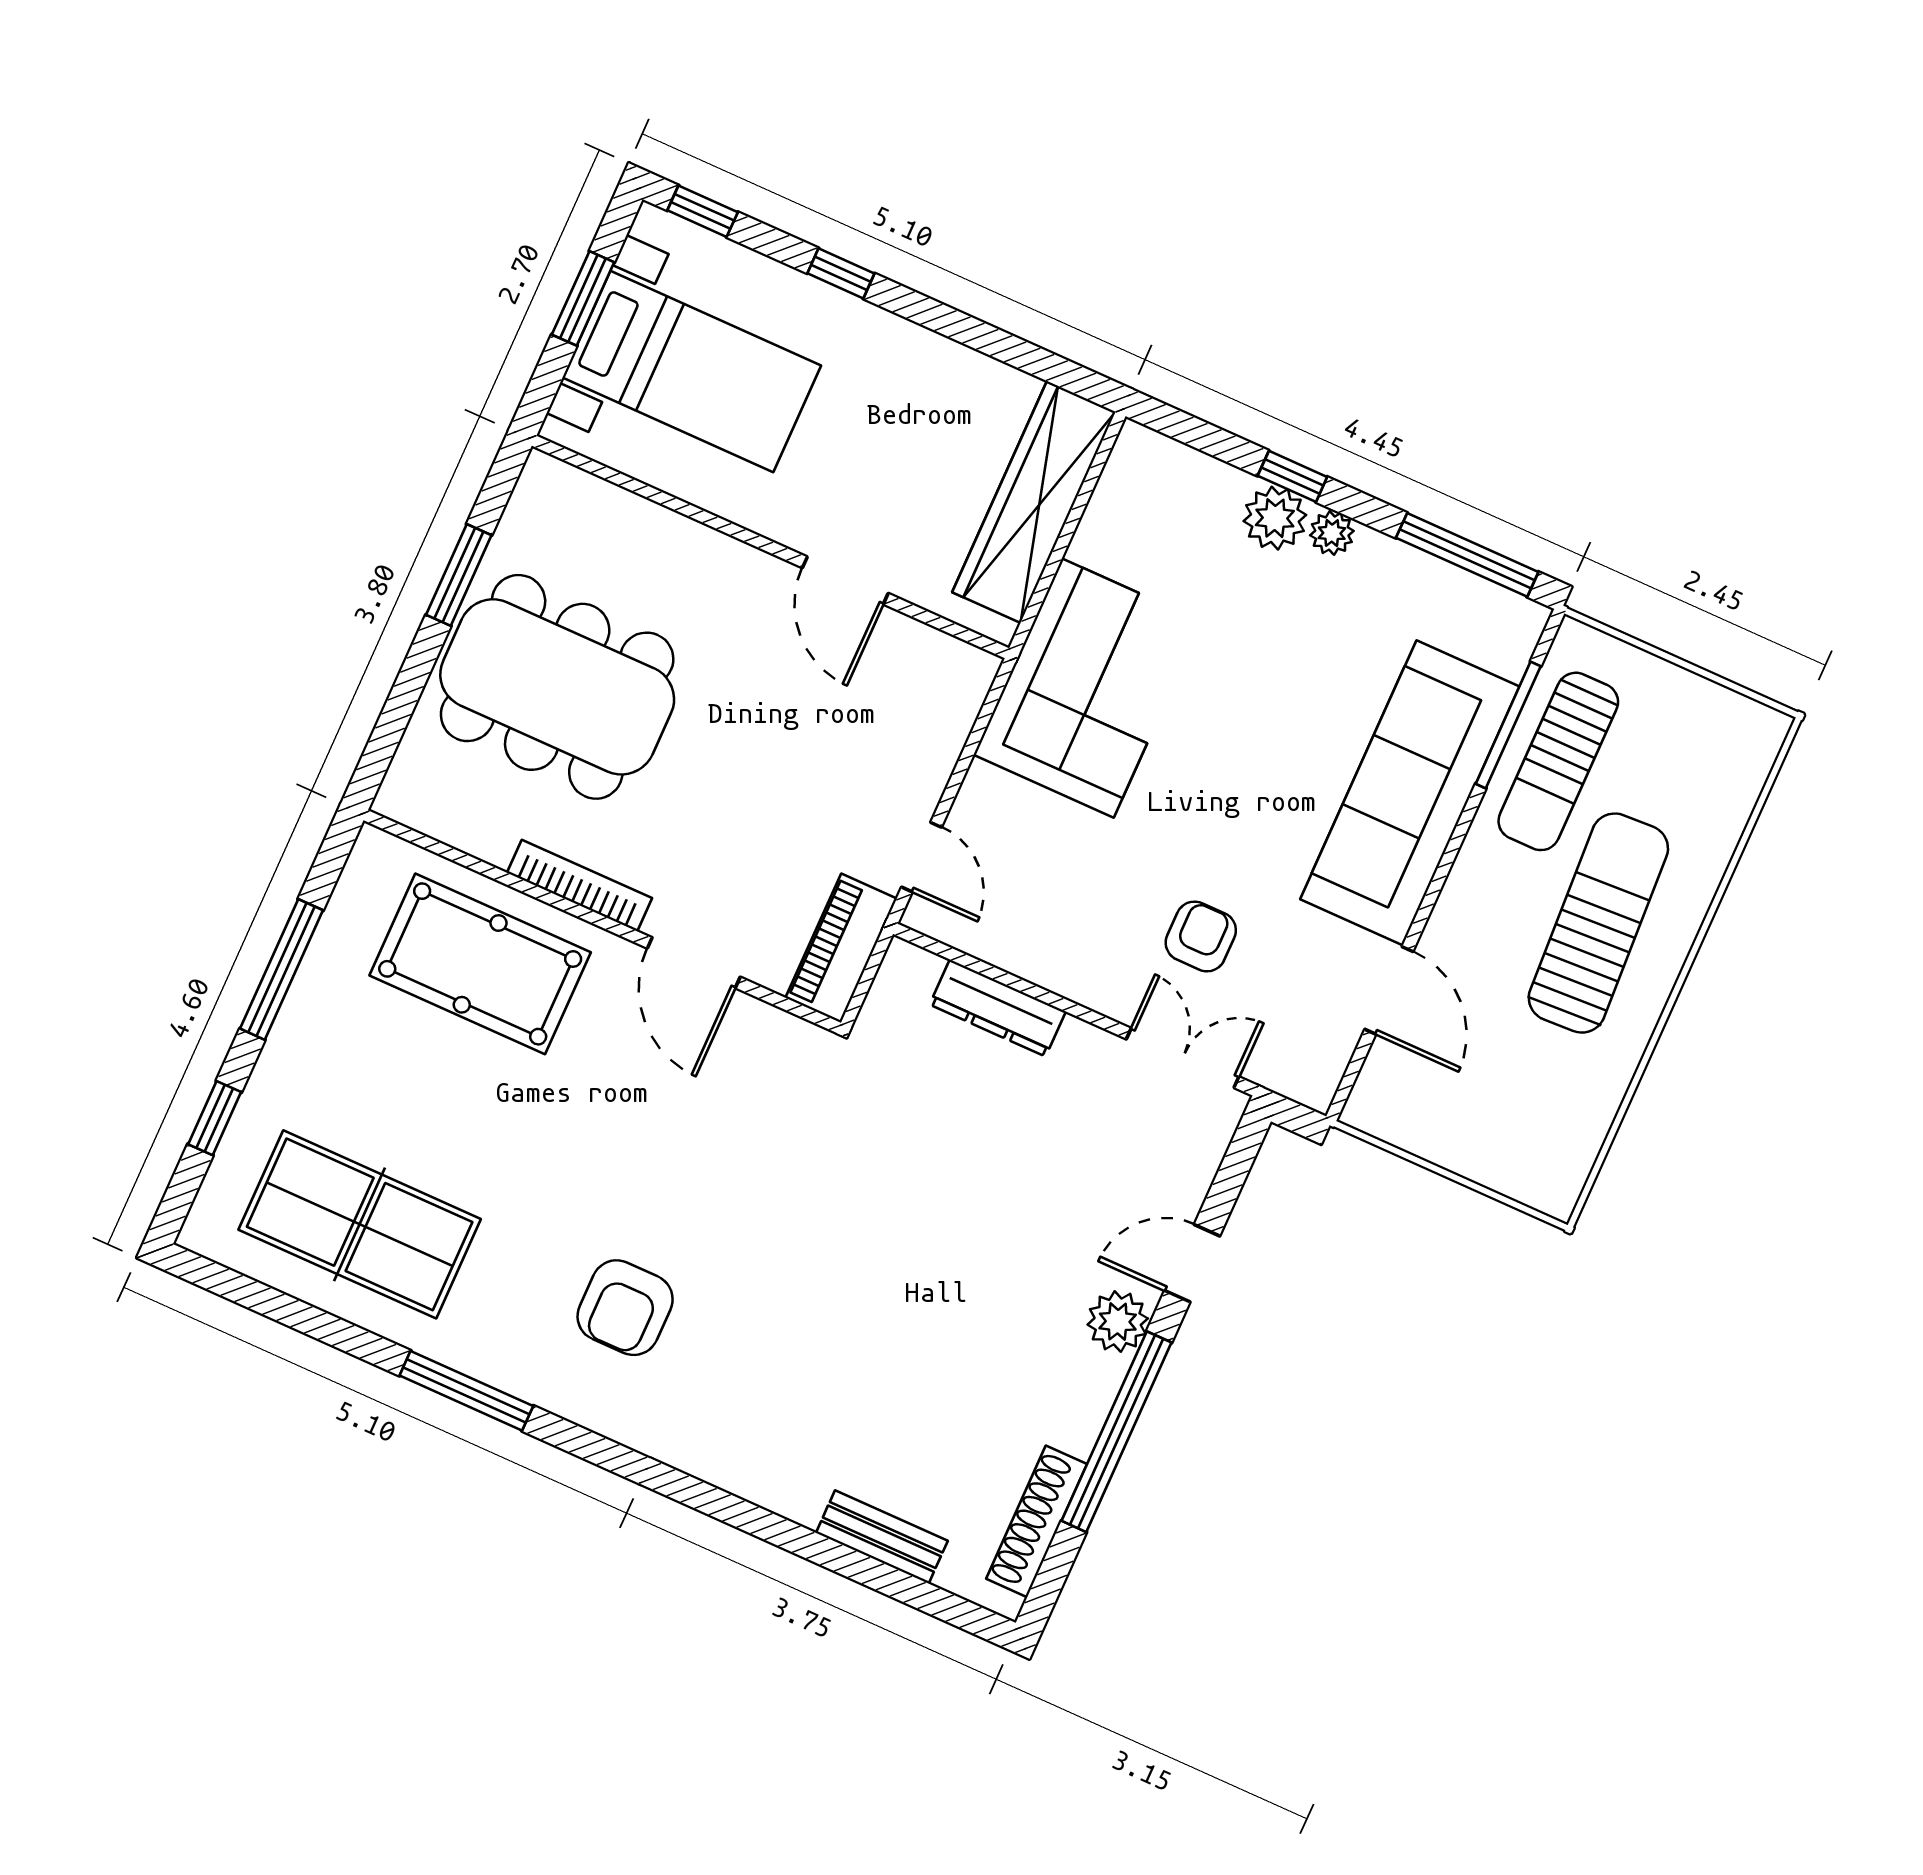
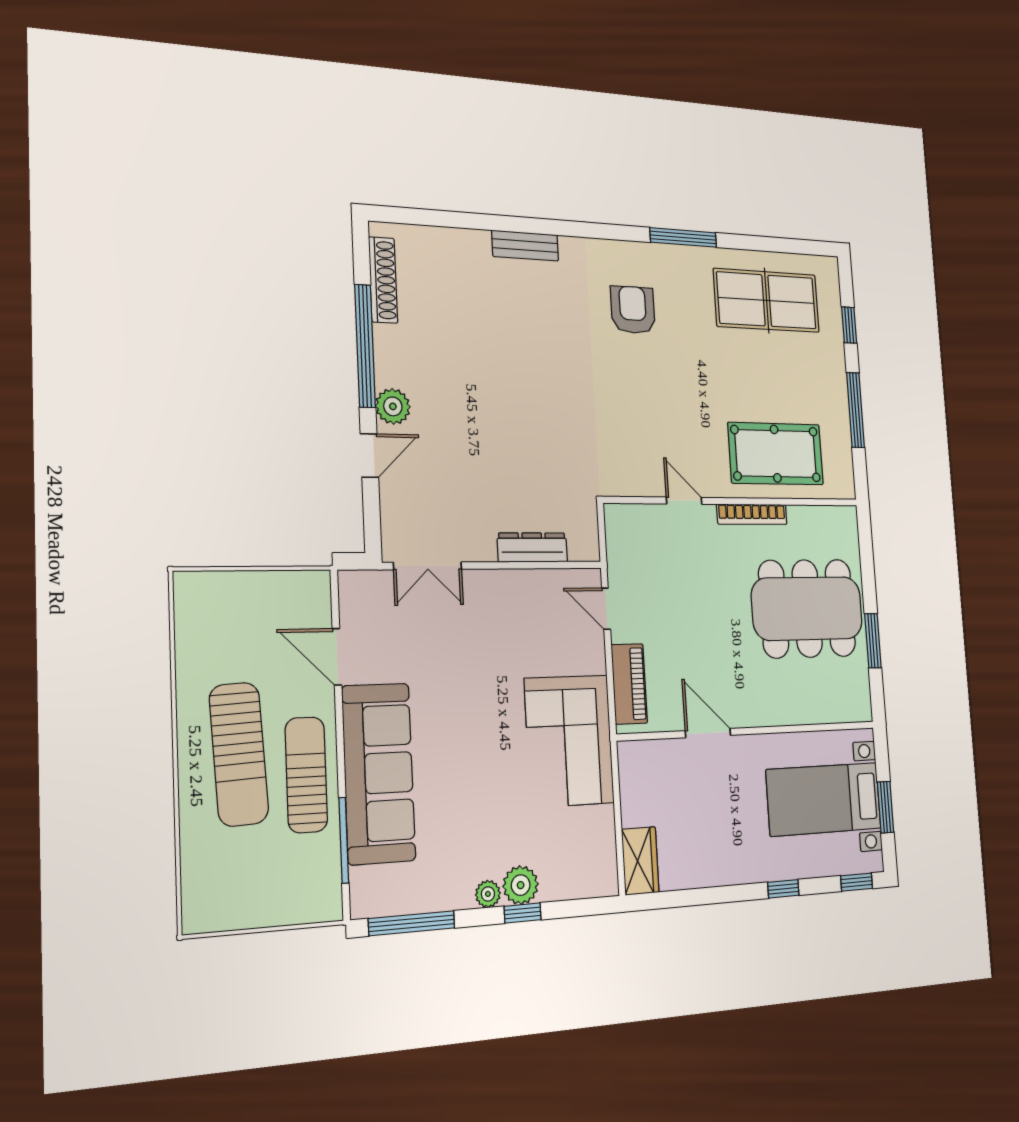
wardrobe: (1034, 502) -> (640, 861), width x0.48, depth x0.85
sun lounger: (1558, 761) -> (306, 775), moved
armchair: (1201, 936) -> (450, 637), removed
piano: (841, 948) -> (629, 684), moved
door: (694, 963) -> (684, 501), width x0.73
bench: (882, 1537) -> (525, 246), moved

